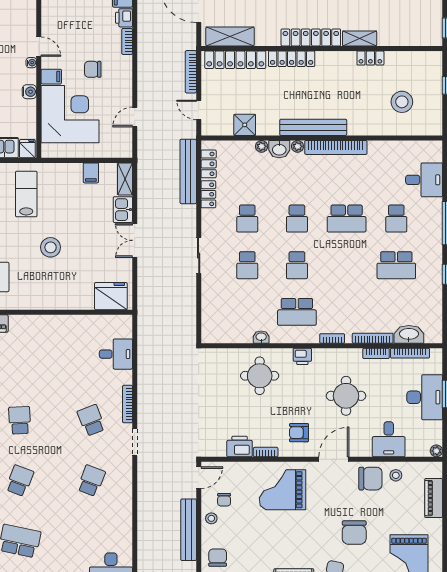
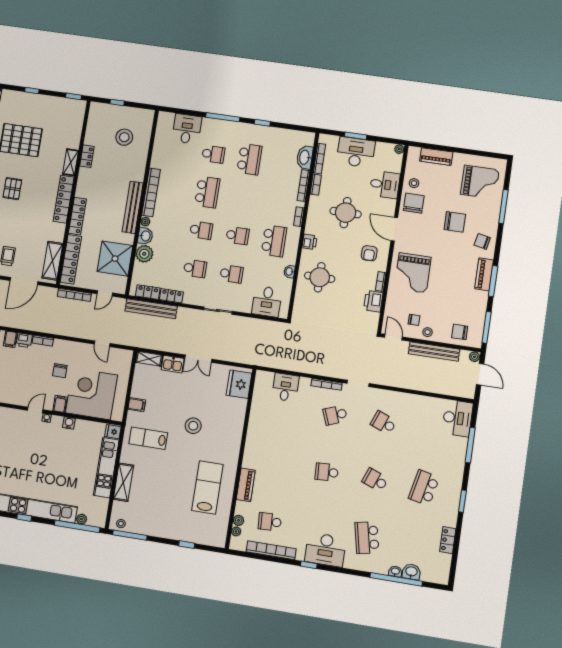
shower: (245, 125) -> (115, 259), width x1.86, depth x1.86
plant: (262, 146) -> (144, 254), width x1.88, depth x1.88
filing cabinet: (91, 173) -> (137, 405), moved
desk: (219, 315) -> (267, 301), added

